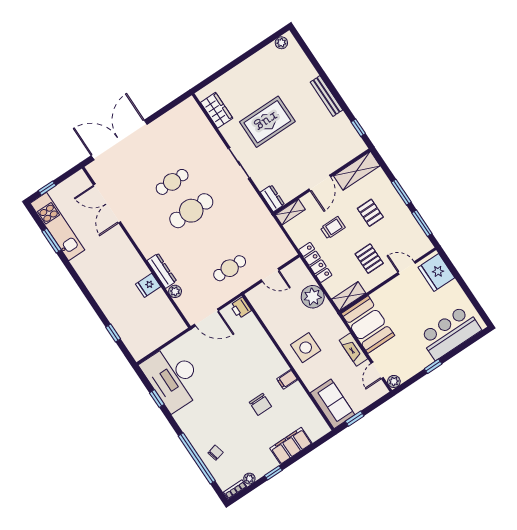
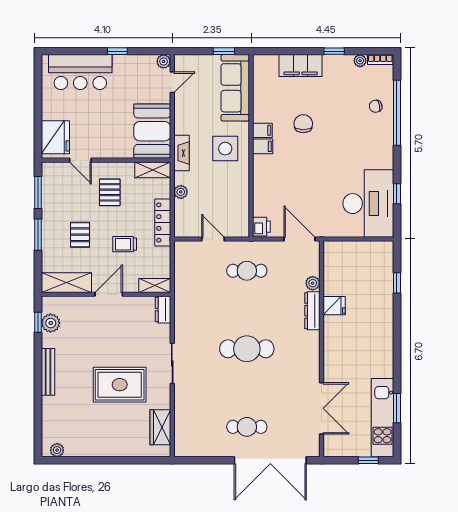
plant: (348, 133) -> (51, 323), added
cafe table: (172, 182) -> (247, 427), moved
plant: (313, 297) -> (181, 192), width x0.53, depth x0.53
fireplace: (353, 350) -> (182, 153), moved
filing cabinet: (279, 368) -> (263, 146), added
sofa: (332, 404) -> (235, 88), width x1.36

